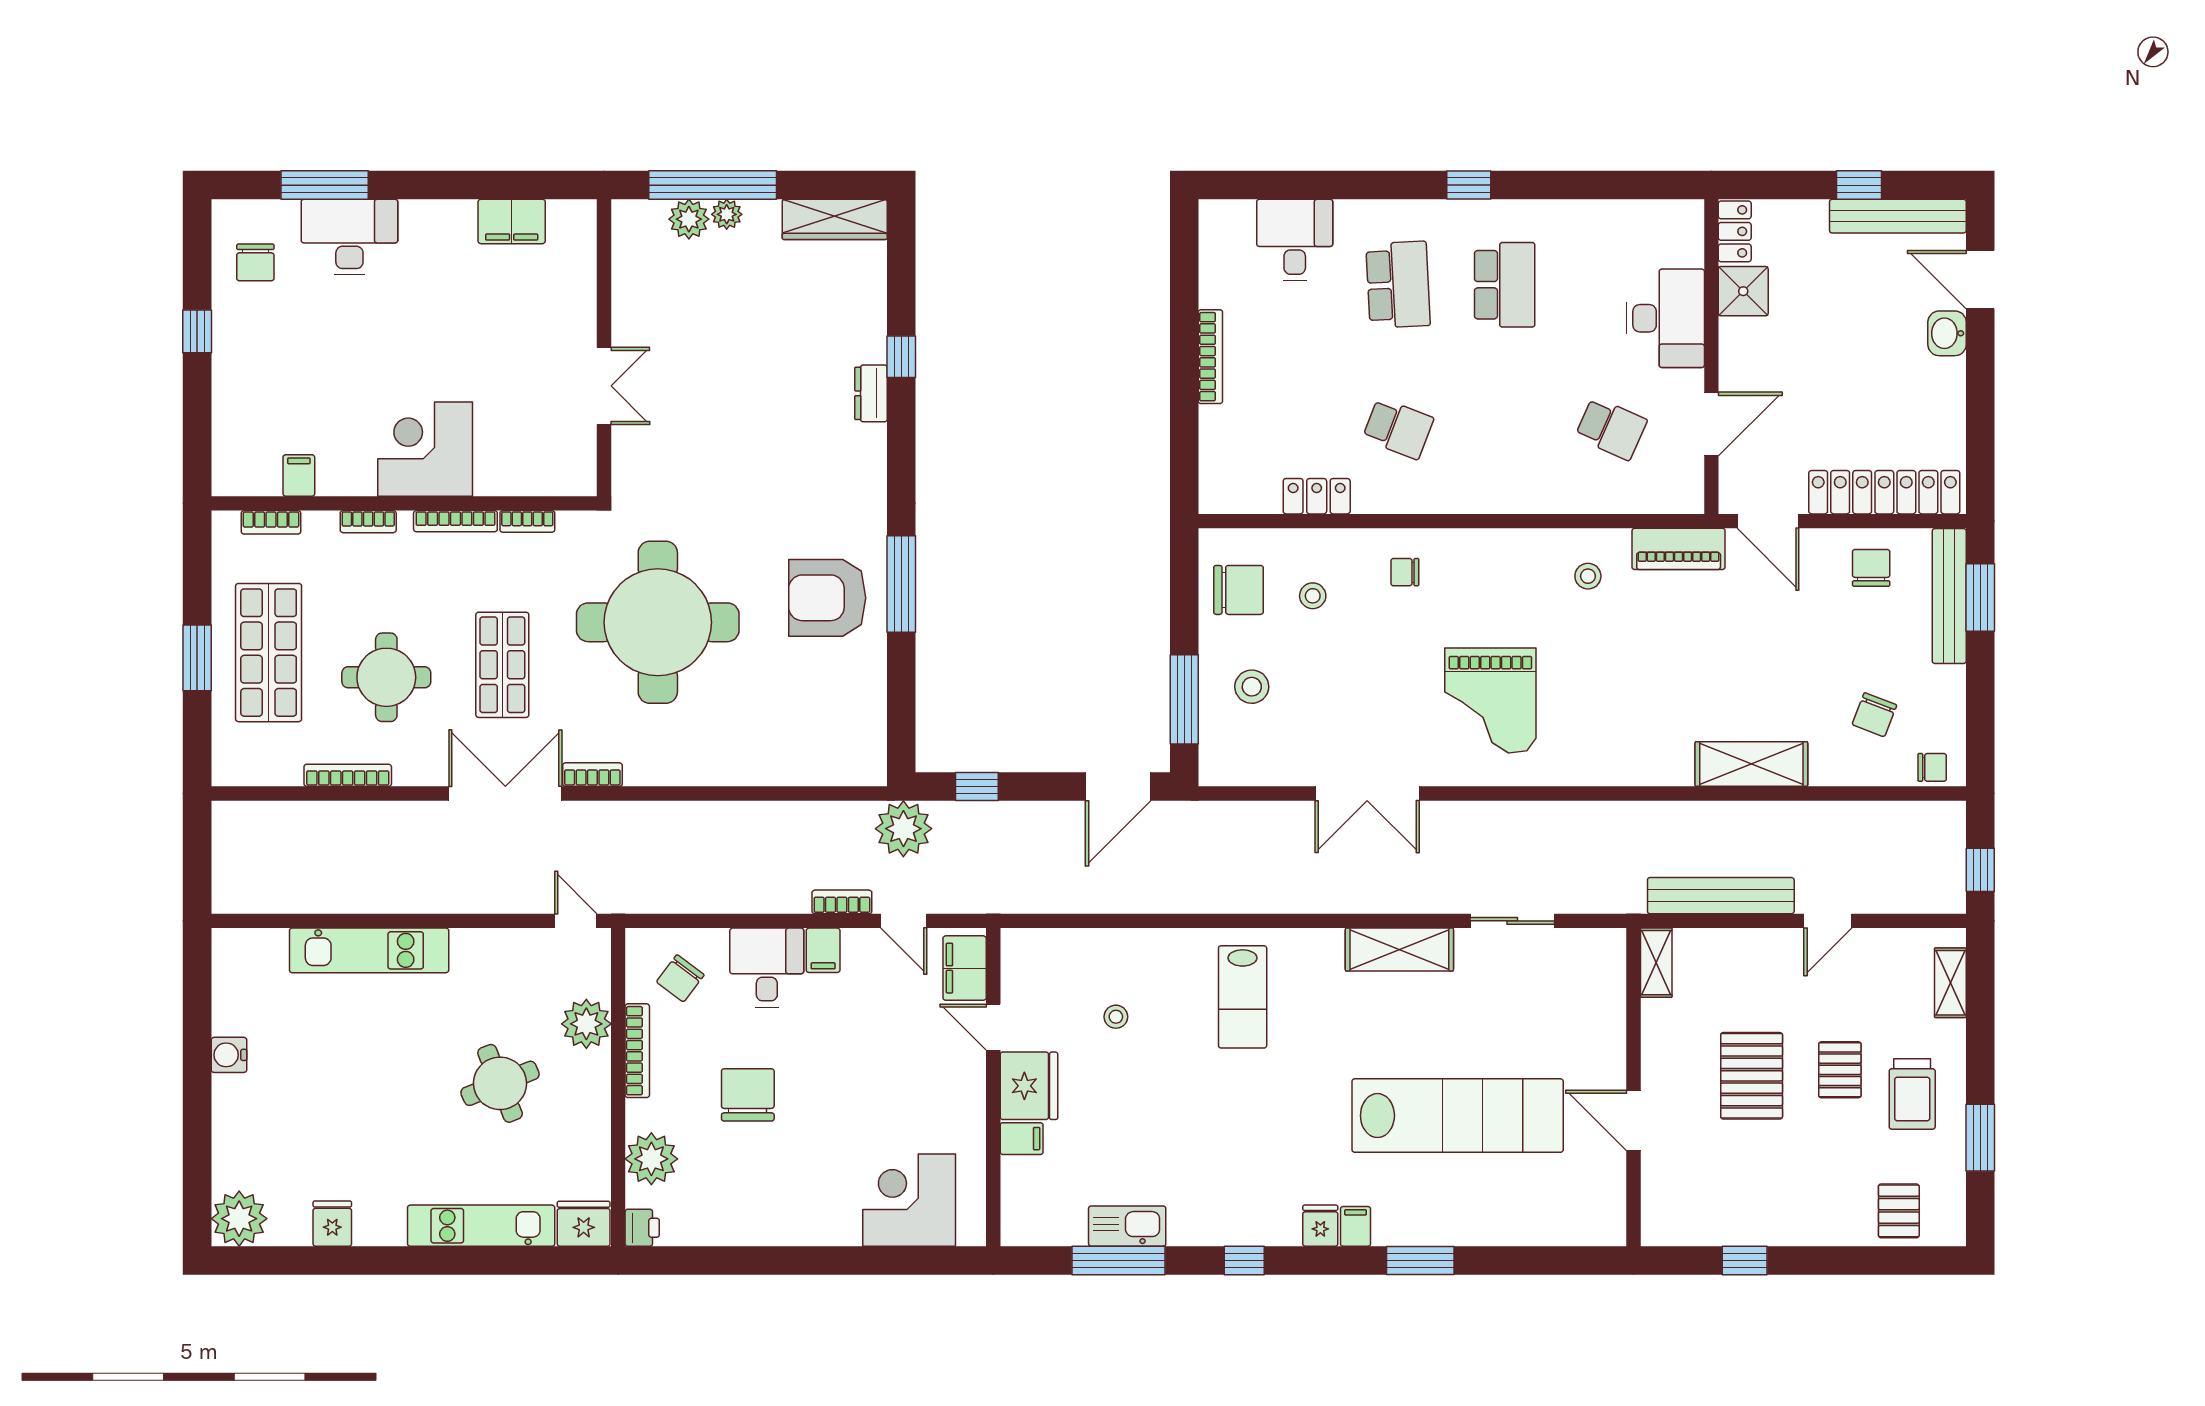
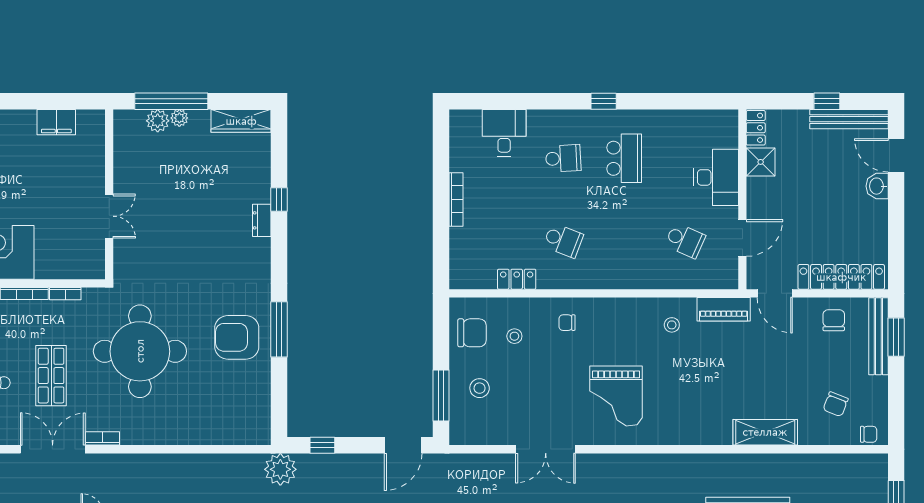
school desk: (1398, 285) -> (563, 158), width x0.54

